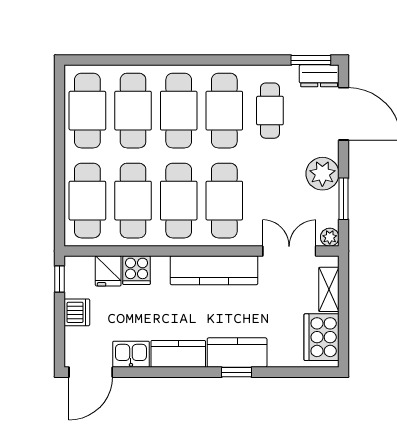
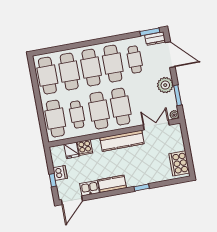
cafe table: (133, 201) -> (77, 115), width x0.73, depth x0.74
window: (59, 279) -> (53, 180), moved
shelving: (329, 289) -> (178, 140), removed
kitchen counter: (237, 353) -> (140, 178), removed

